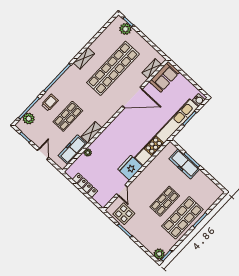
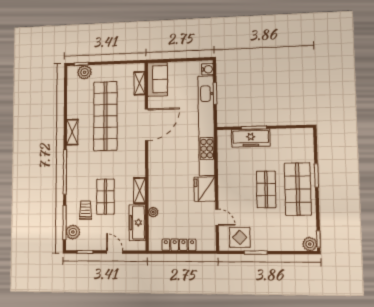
trolley: (50, 103) -> (86, 210), moved

